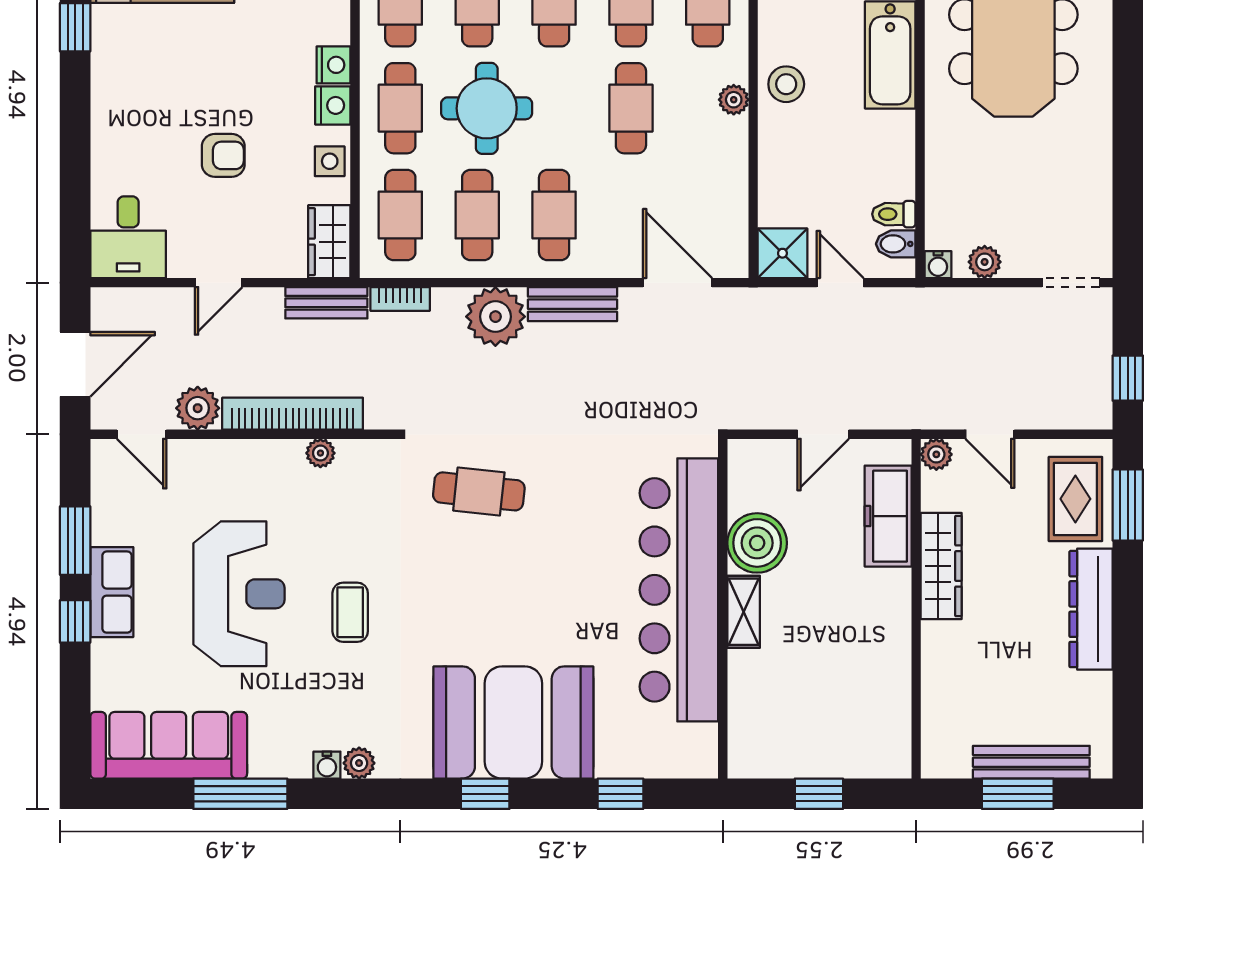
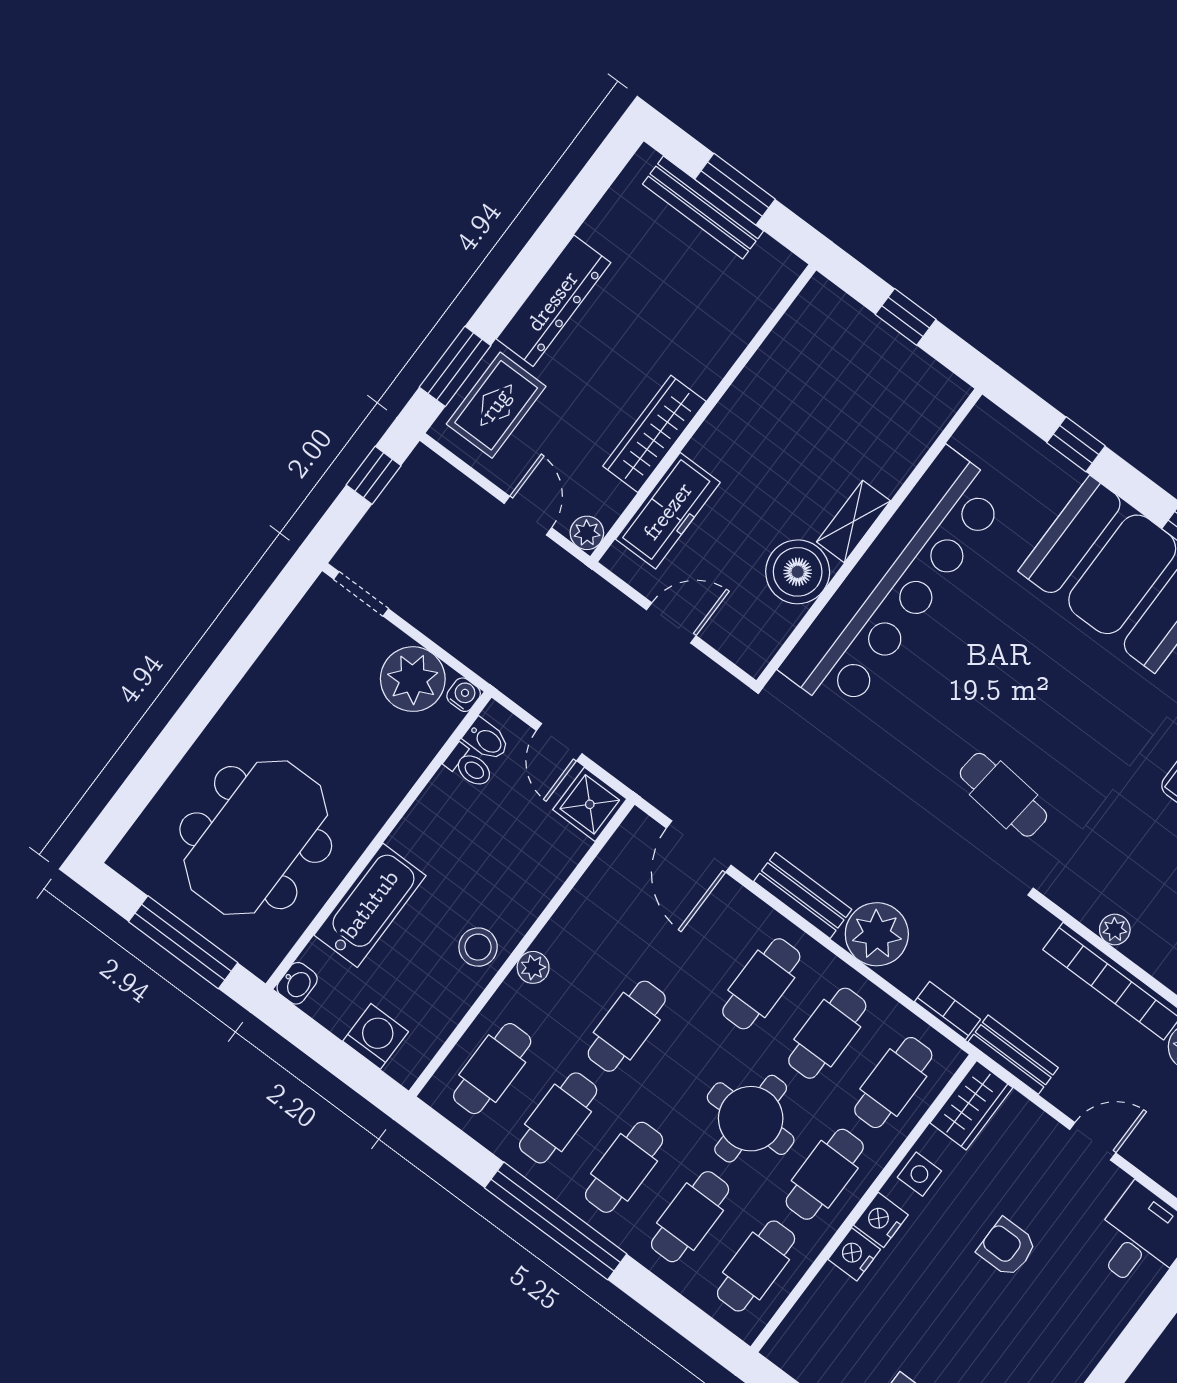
plant: (985, 262) -> (413, 679), width x1.87, depth x1.87

